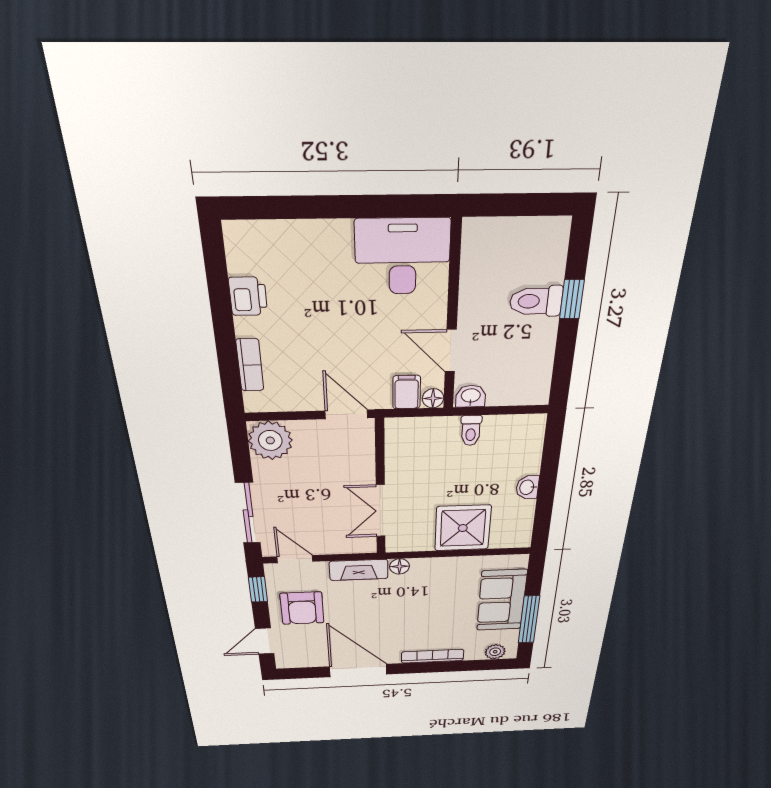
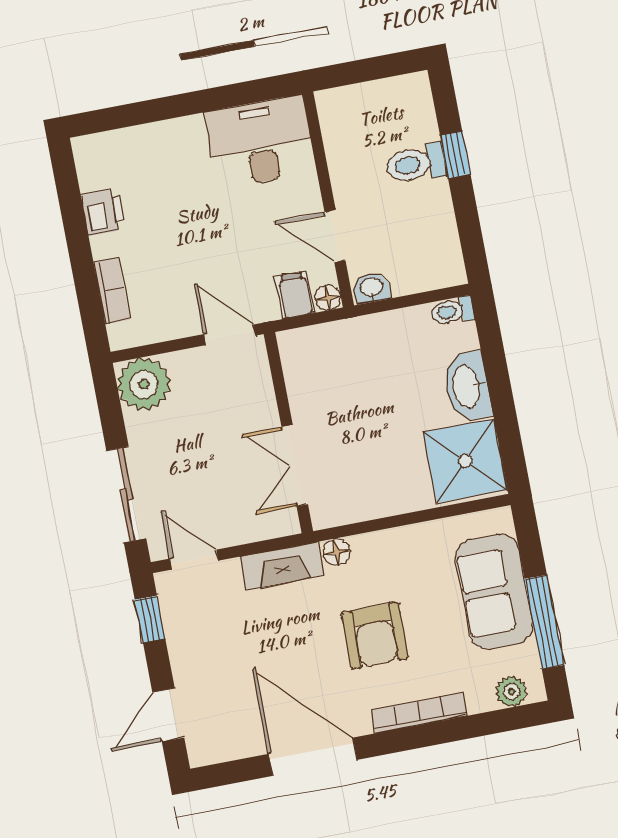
toilet: (471, 431) -> (452, 311), moved, turned 90
washbasin: (527, 487) -> (467, 387), width x1.91, depth x1.45
shower: (463, 528) -> (465, 461), moved
armchair: (302, 608) -> (375, 635), moved

